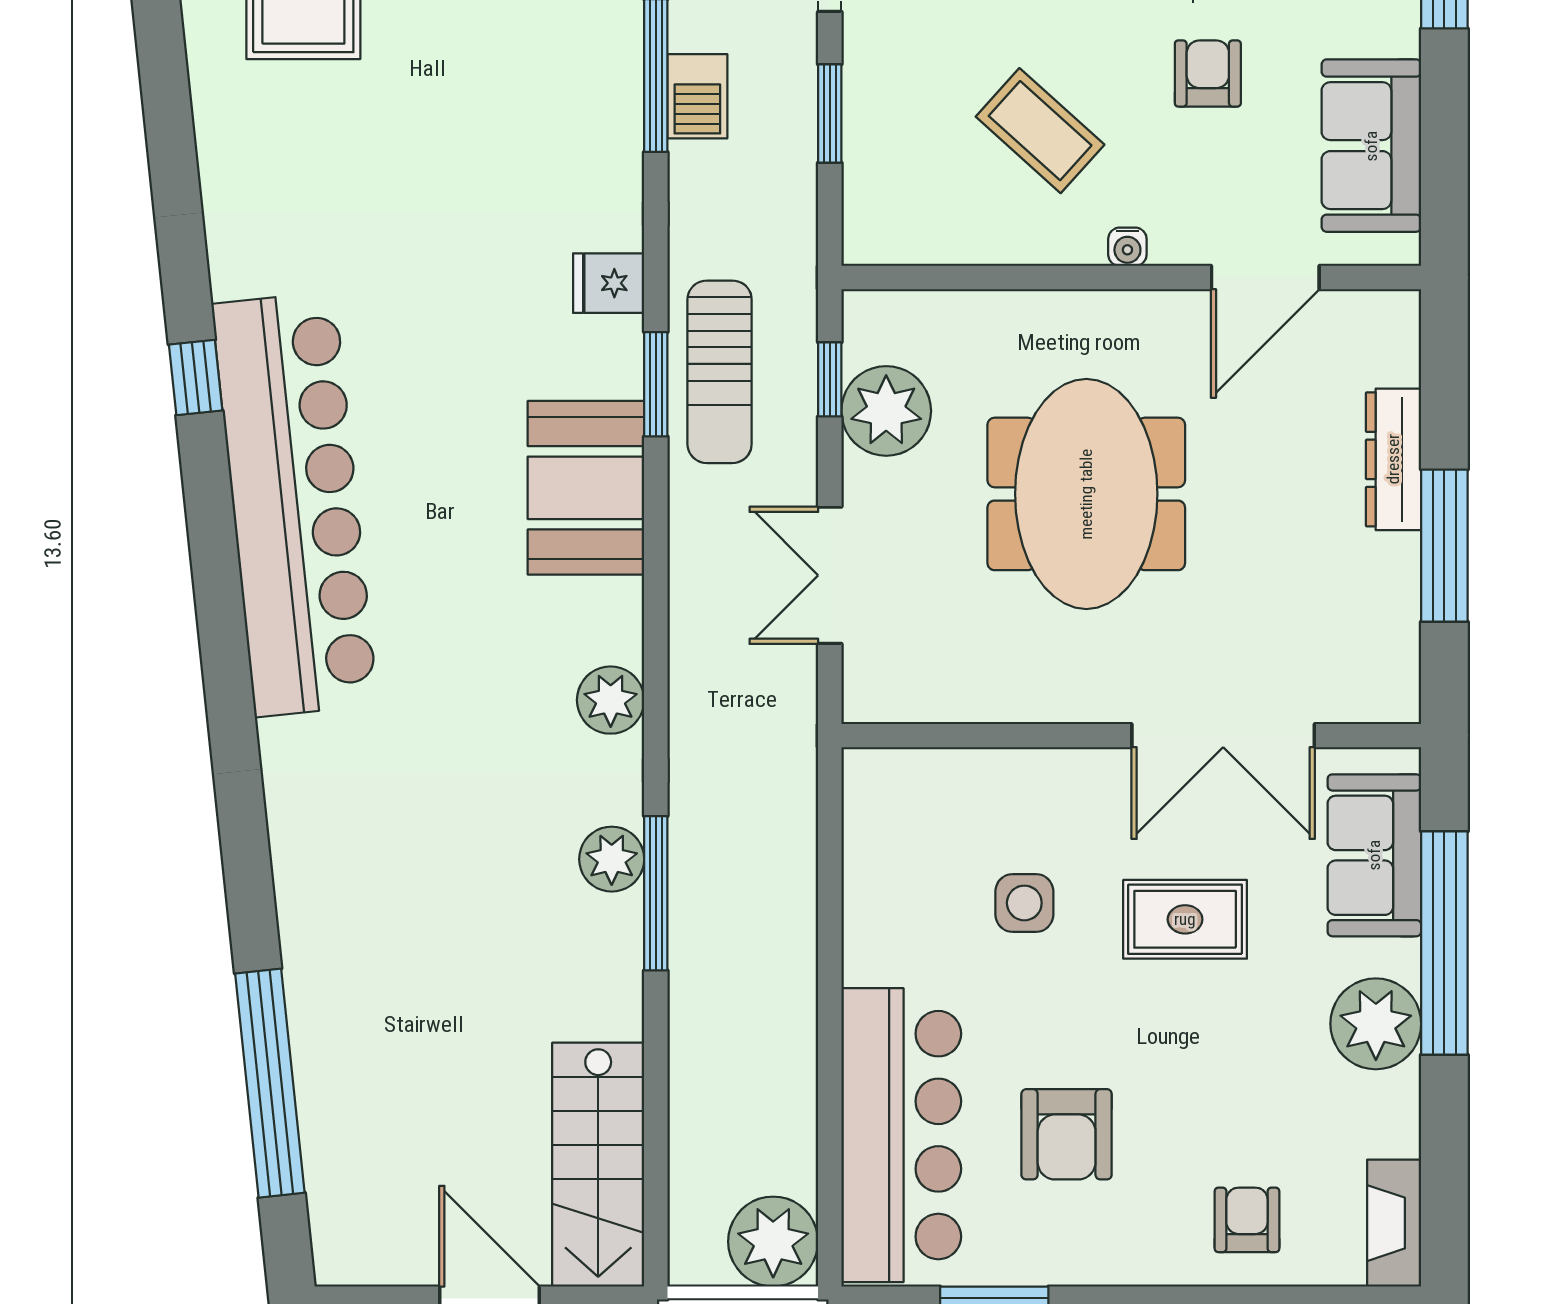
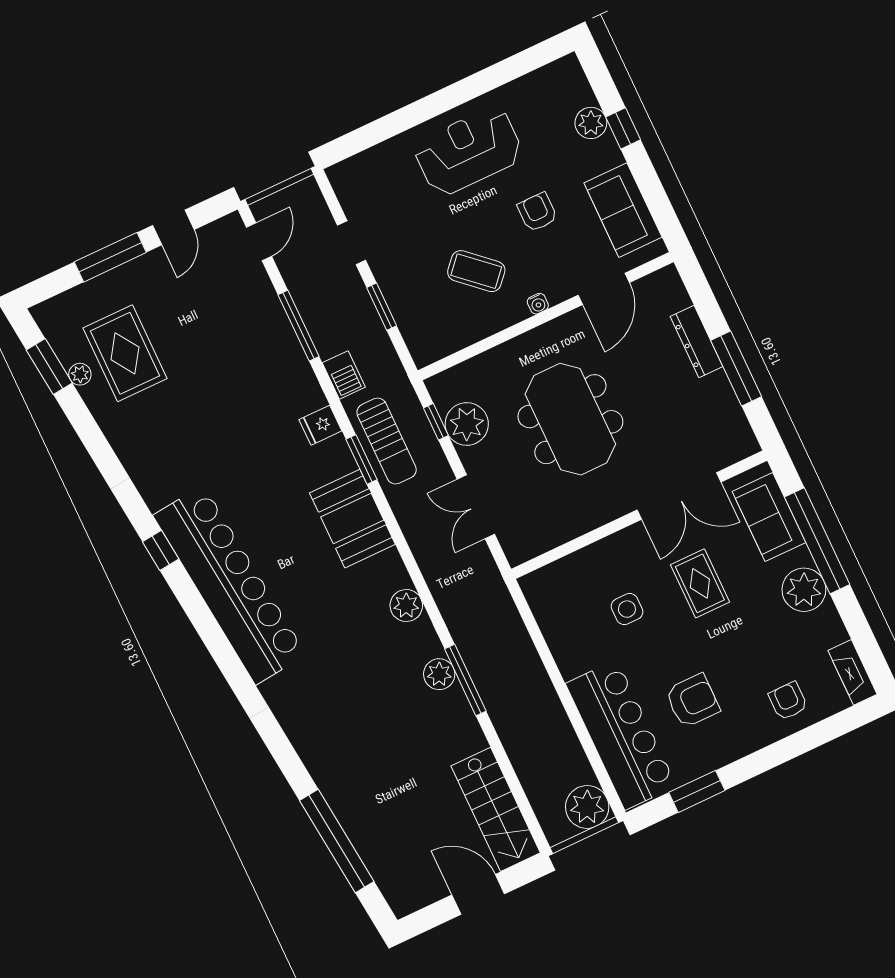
barbecue: (697, 96) -> (344, 375), moved
rug: (1185, 919) -> (700, 583), turned 90
armchair: (1067, 1134) -> (692, 701), turned -90

